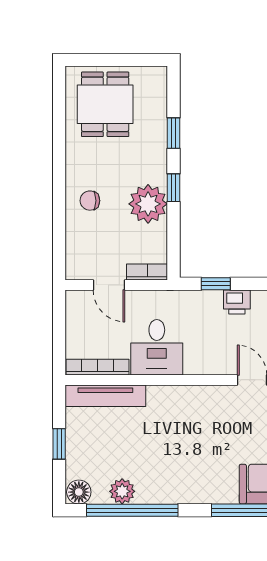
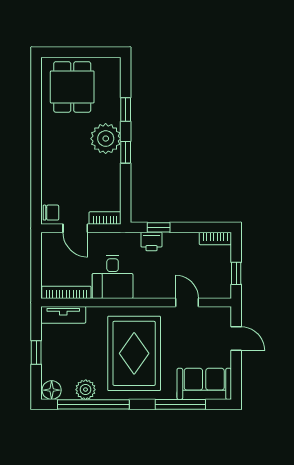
chair: (90, 201) -> (51, 213), moved, turned 180
plant: (148, 204) -> (106, 139), moved
printer: (237, 302) -> (151, 242), moved
tv unit: (105, 396) -> (63, 315), width x0.71
rug: (184, 445) -> (134, 353), added

